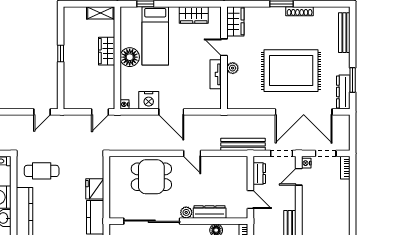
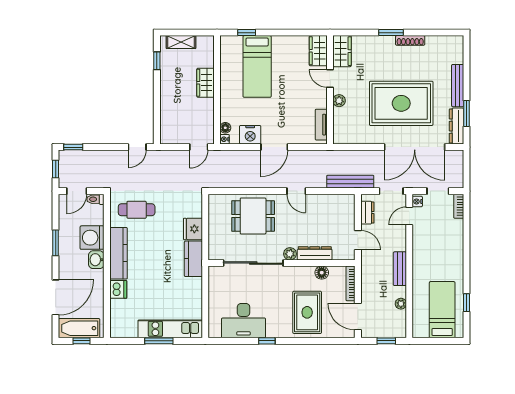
shelving: (100, 13) -> (181, 42), moved
wardrobe: (194, 15) -> (318, 51), moved, turned 90
bench: (344, 33) -> (458, 86), moved
window: (61, 53) -> (157, 61), moved
floor lamp: (130, 57) -> (225, 128), moved, width x0.53, depth x0.53
tv unit: (216, 74) -> (321, 125), moved
door: (171, 112) -> (274, 147), hinge flipped

